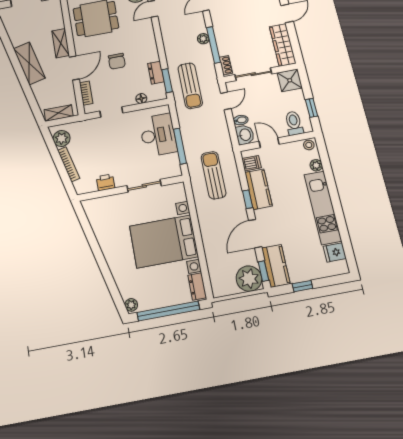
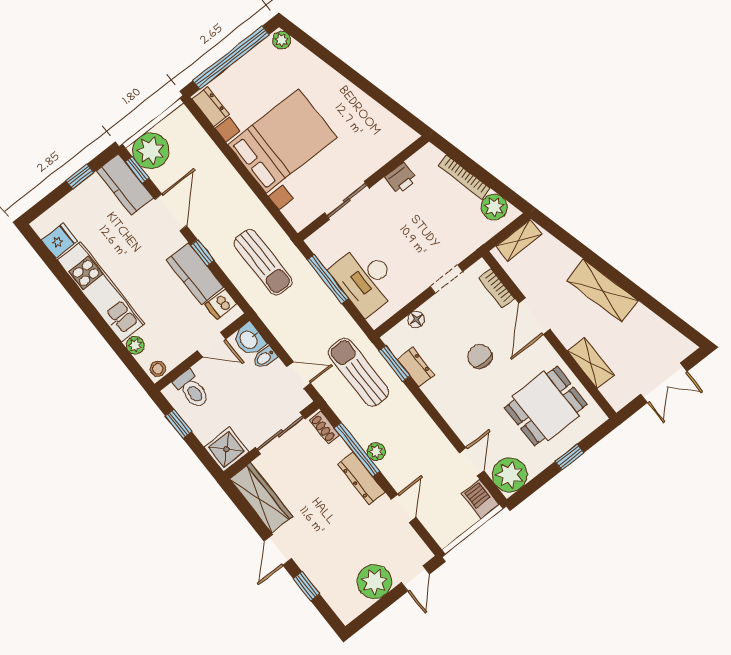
dresser: (219, 29) -> (361, 478), added
shelving: (61, 43) -> (591, 363), moved
door: (226, 101) -> (299, 375), swing flipped

